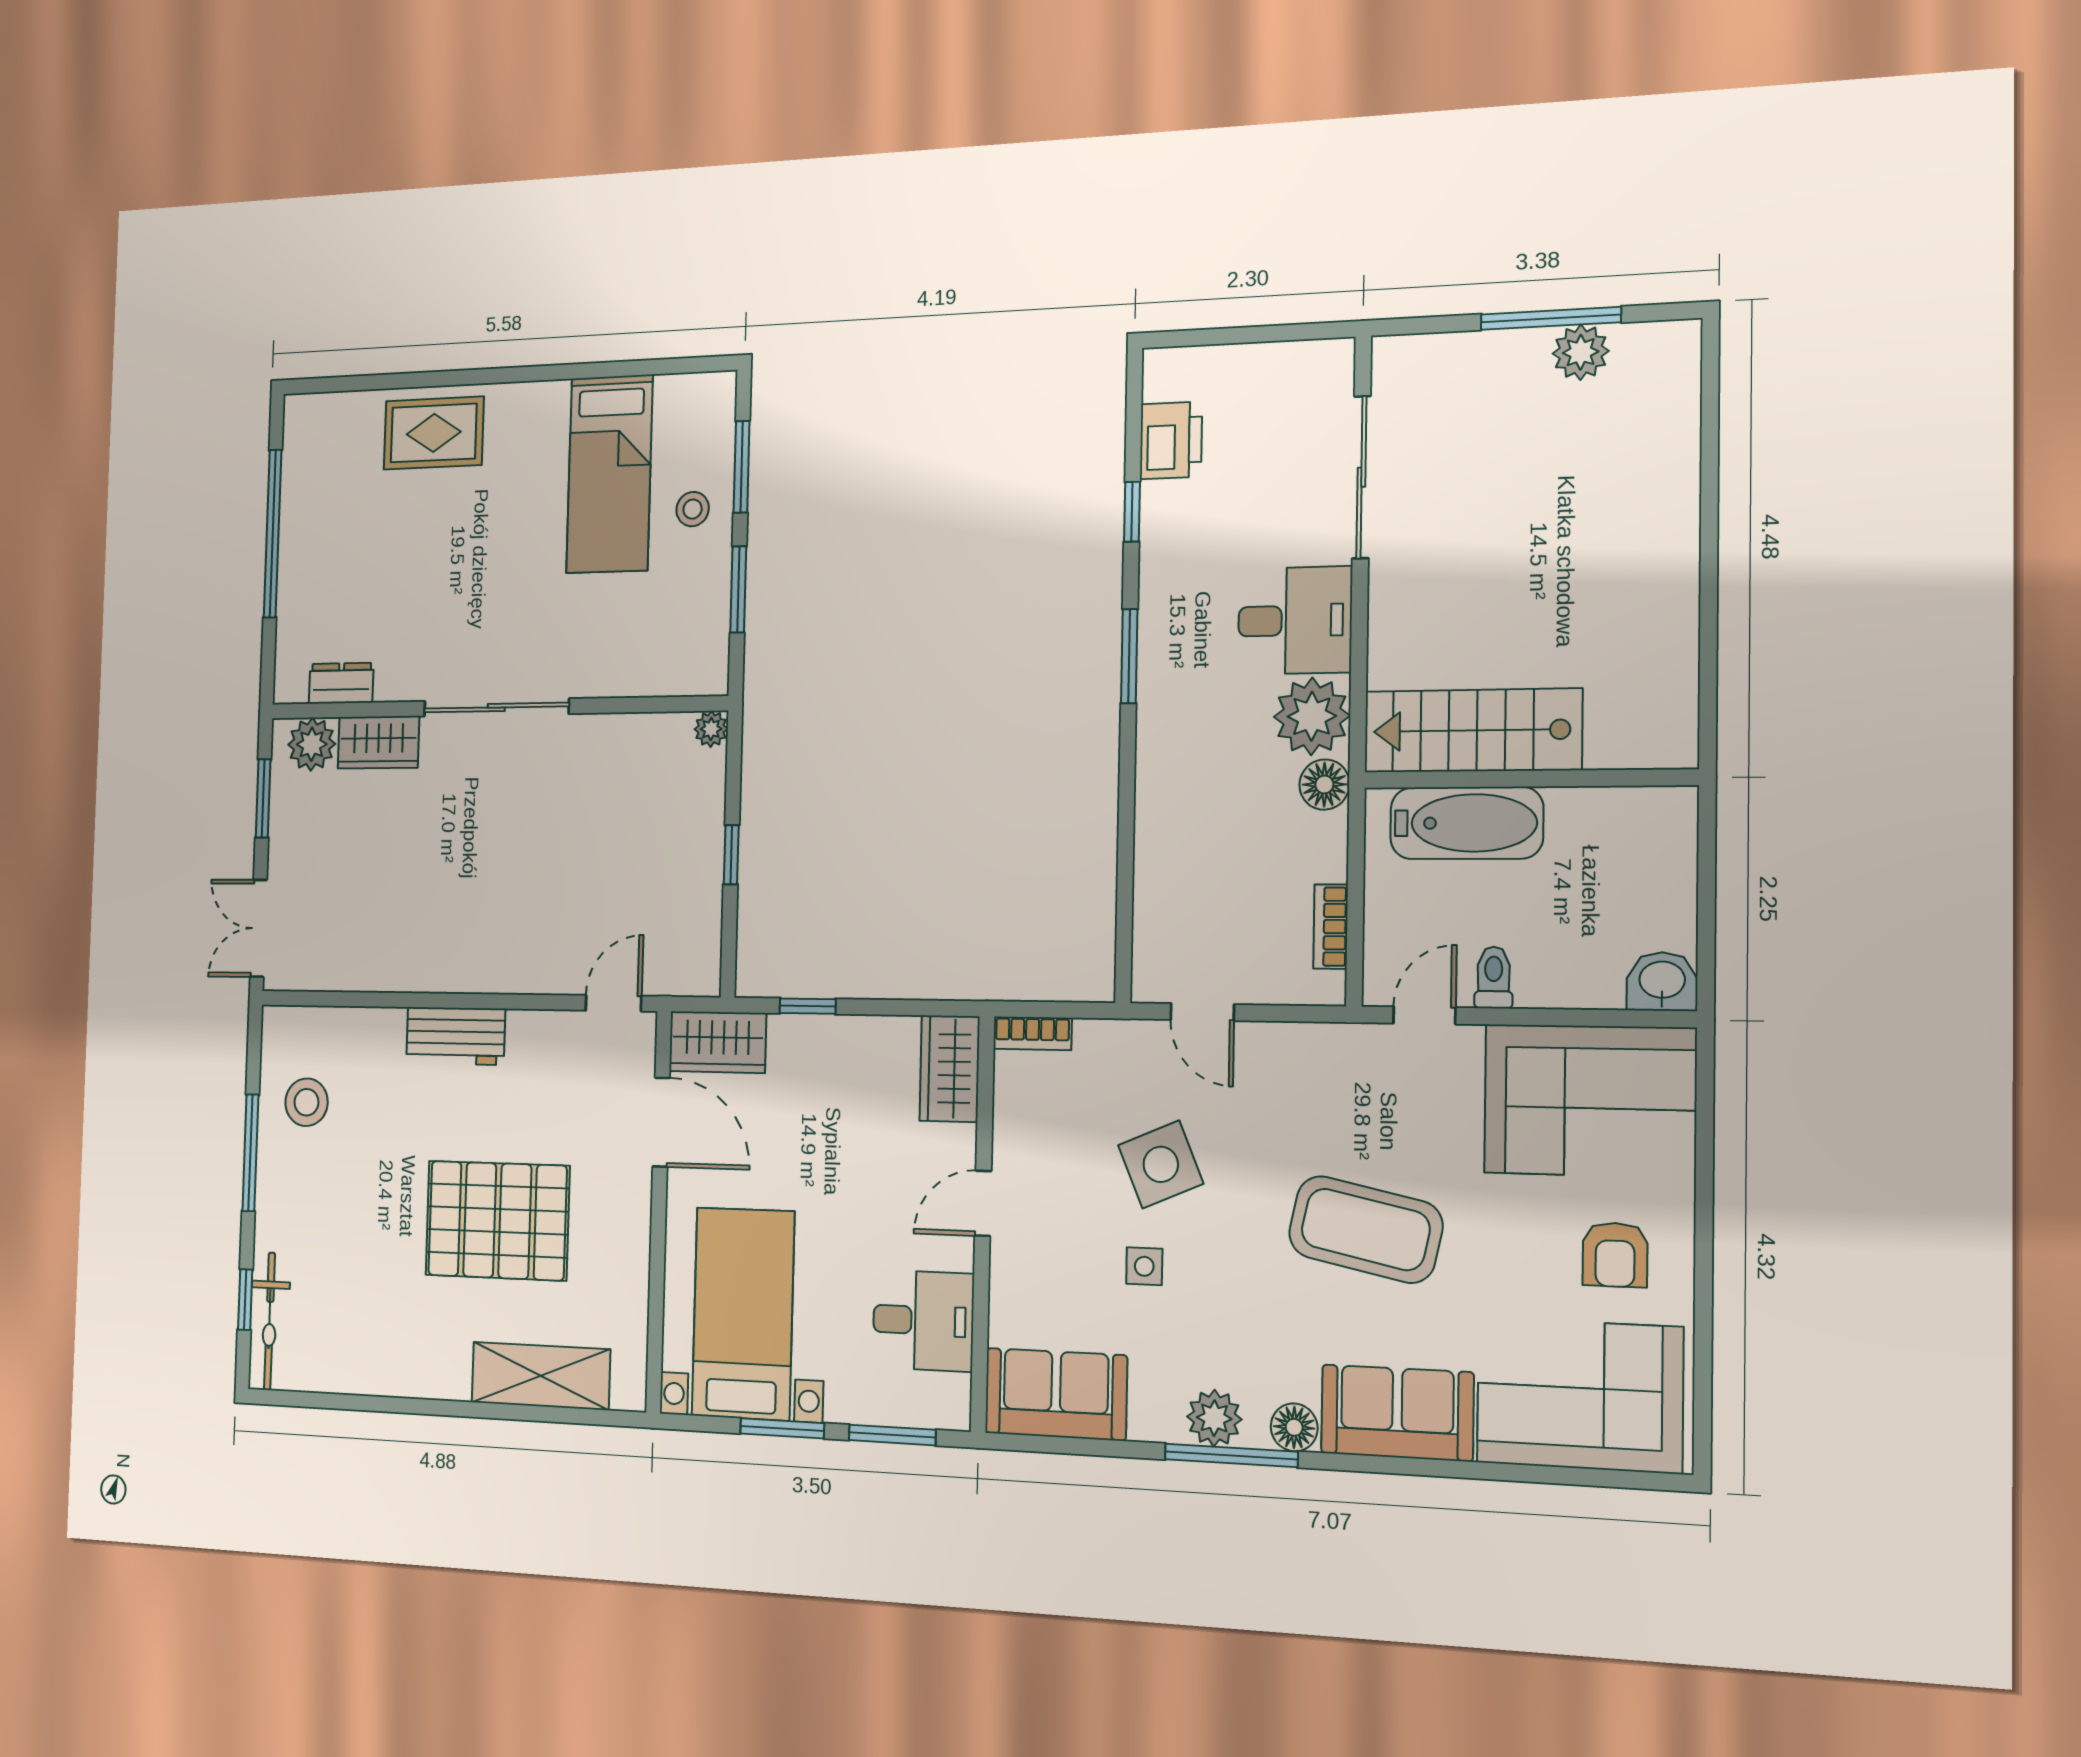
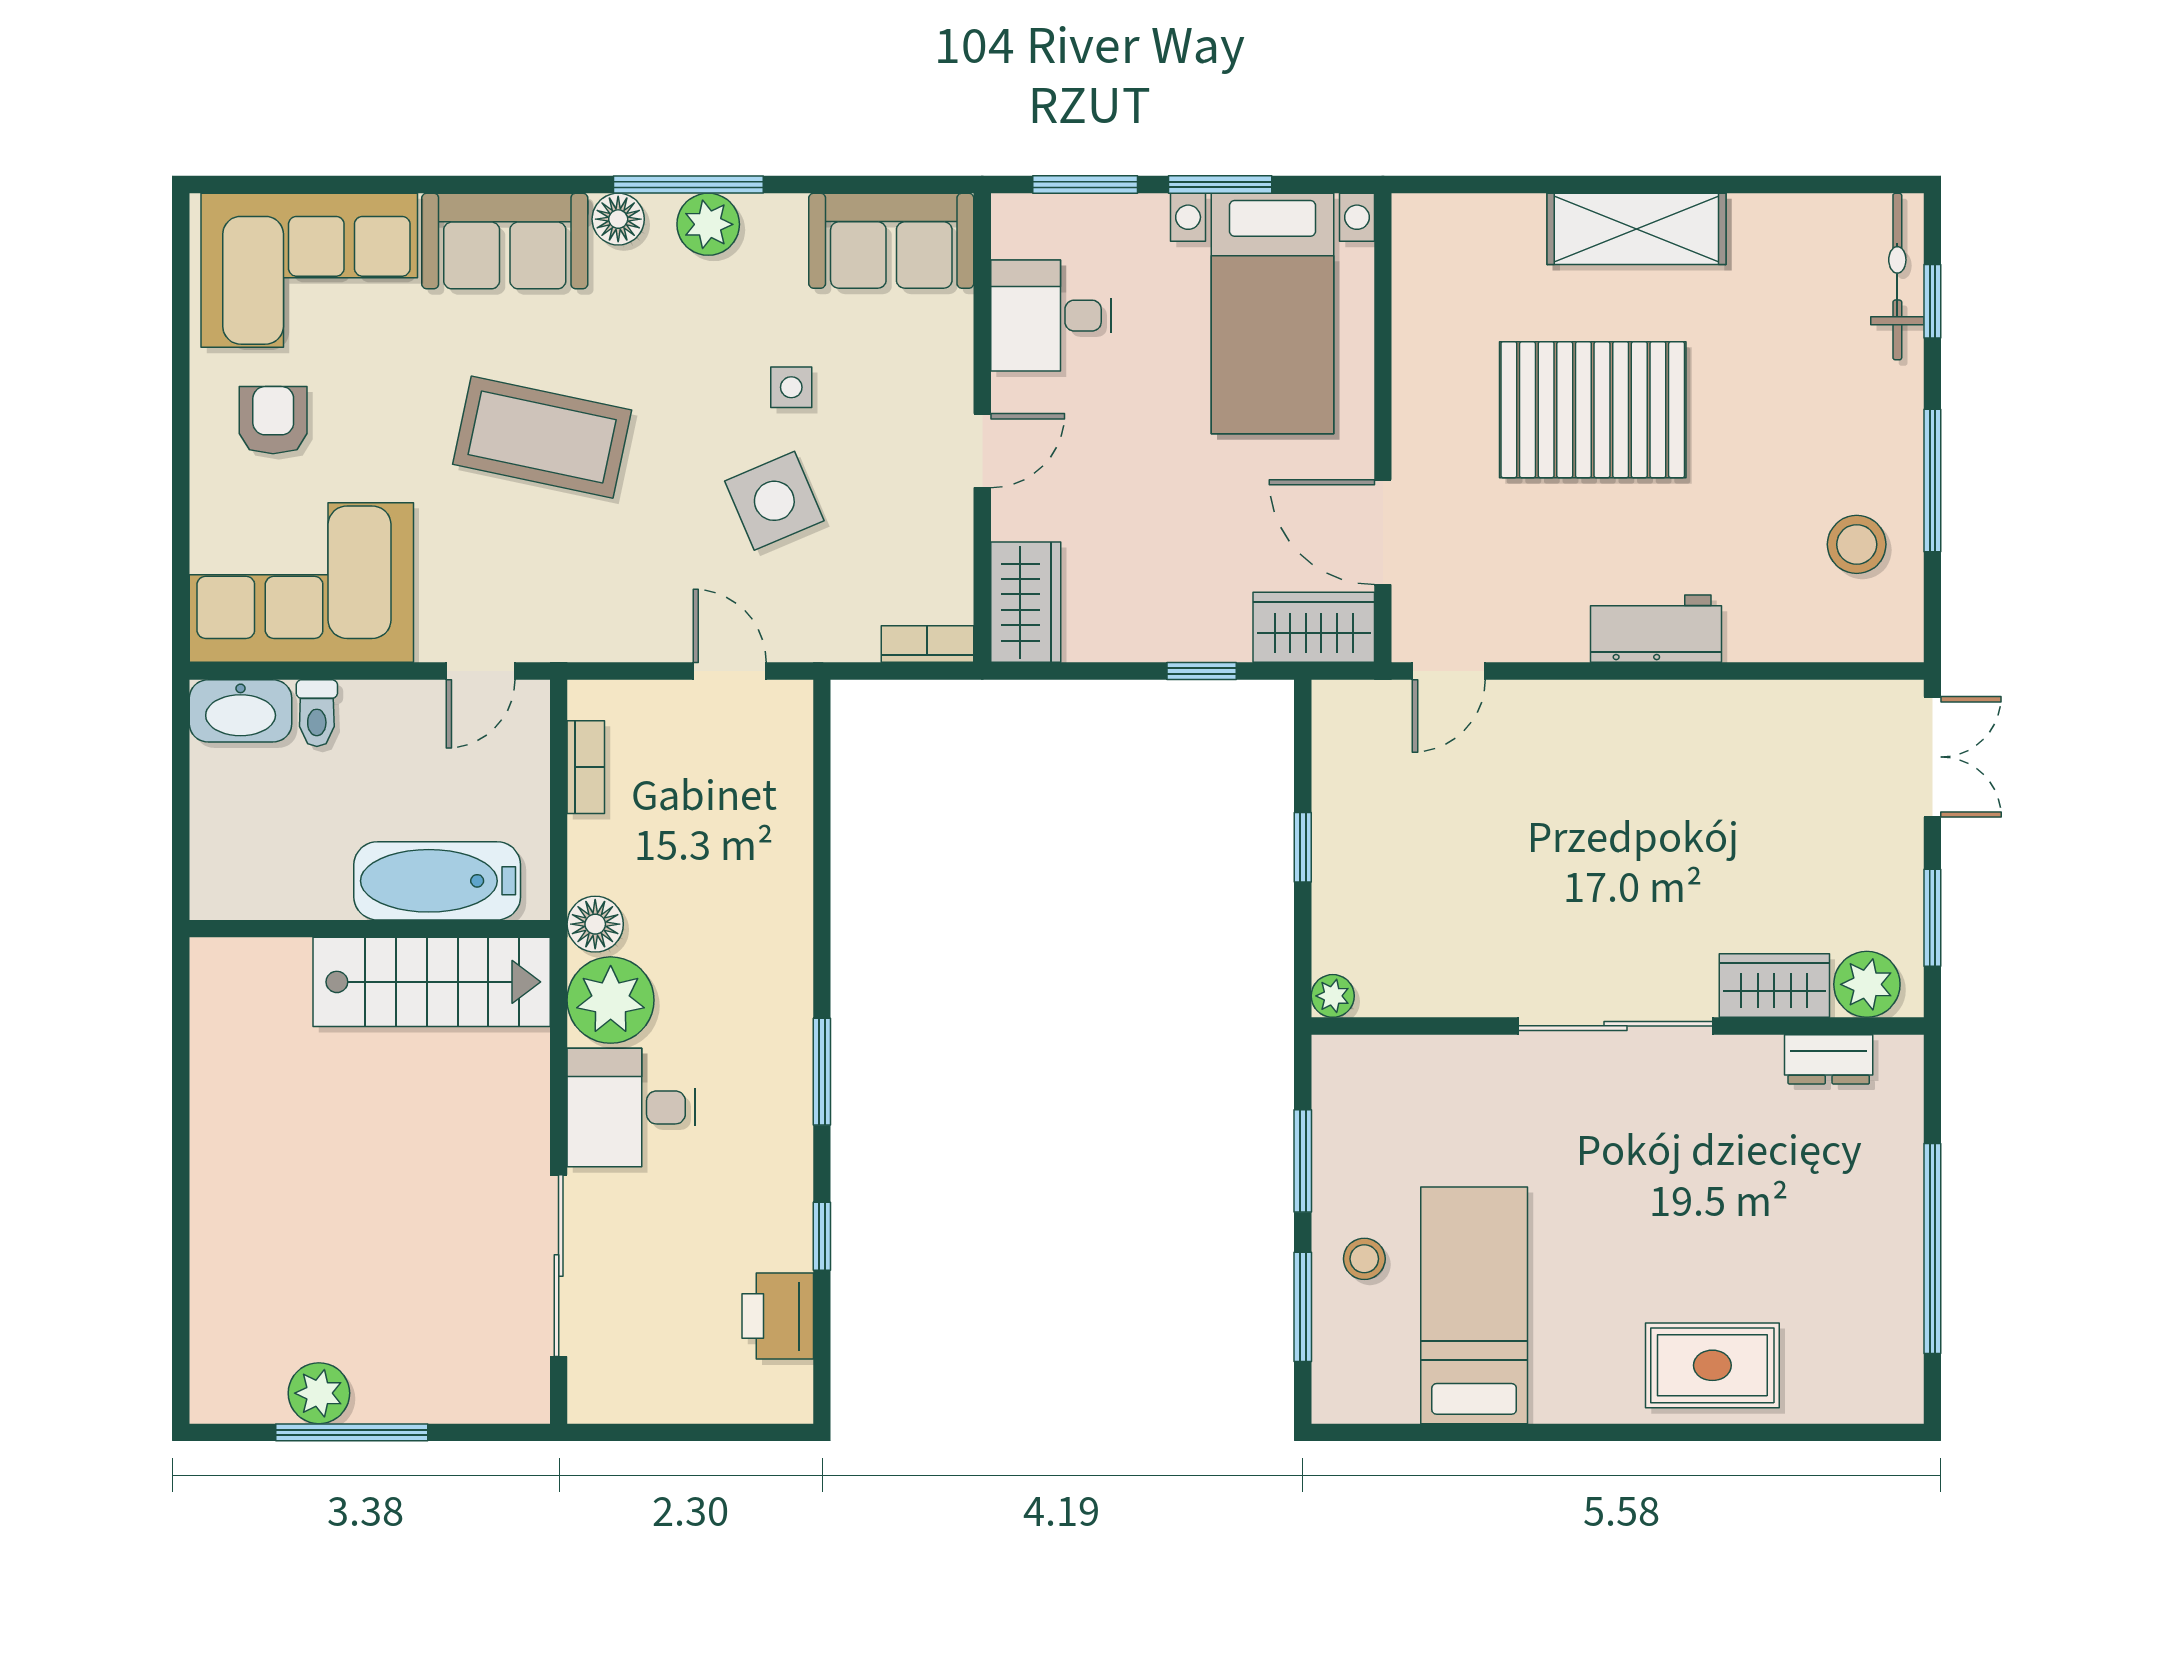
toilet: (1494, 978) -> (317, 713), moved
washbasin: (1662, 981) -> (241, 711), width x1.38
shelving: (541, 1376) -> (1636, 229), moved

